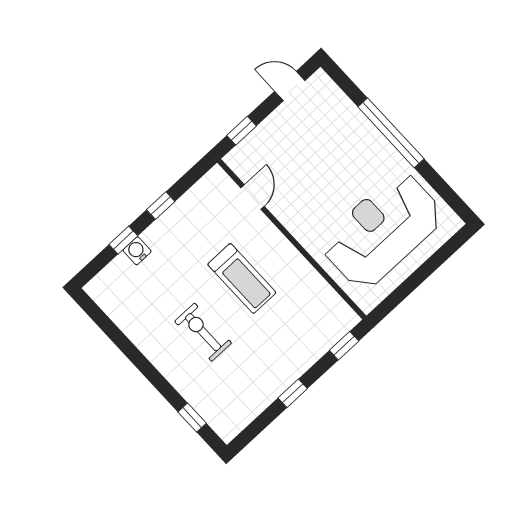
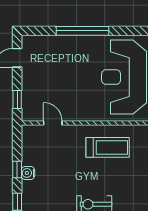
water cooler: (137, 251) -> (28, 173), moved
treadmill: (242, 278) -> (108, 147), moved

